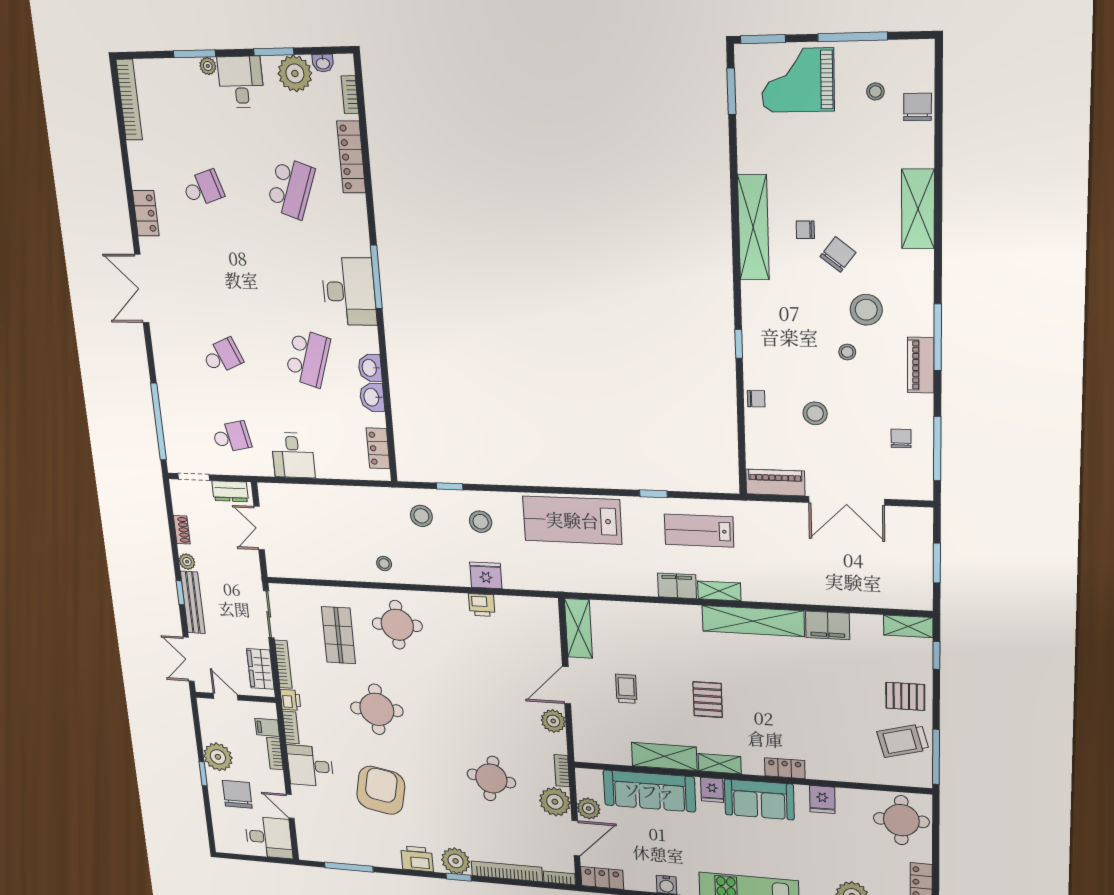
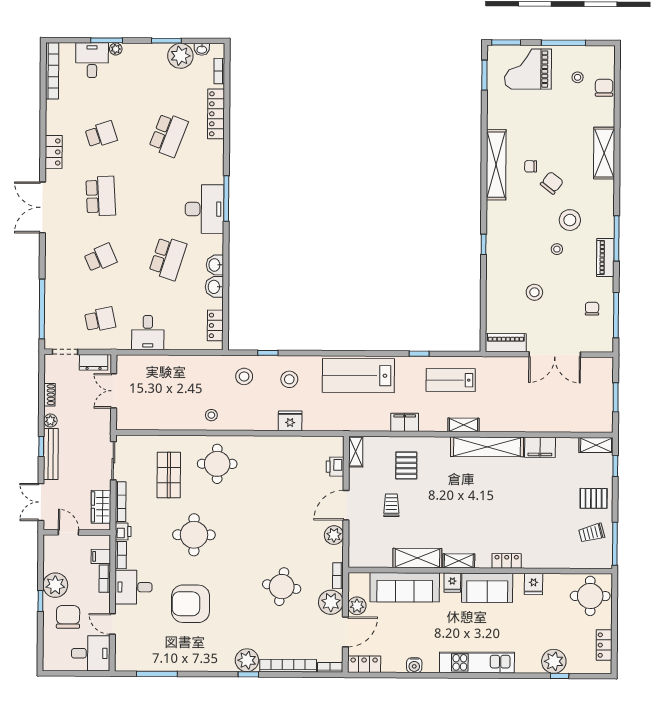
desk: (241, 82) -> (92, 60), moved
school desk: (213, 274) -> (101, 196), added
chair: (756, 399) -> (494, 283), removed
filing cabinet: (677, 586) -> (405, 422), moved
printer: (482, 605) -> (335, 467), moved, turned 90
shelving: (578, 628) -> (356, 452), width x0.67, depth x0.75
pallet: (708, 700) -> (406, 465), moved
trolley: (903, 741) -> (592, 533), width x0.73, depth x0.72
armchair: (381, 790) -> (191, 604), turned -101
printer: (417, 859) -> (215, 661), removed

